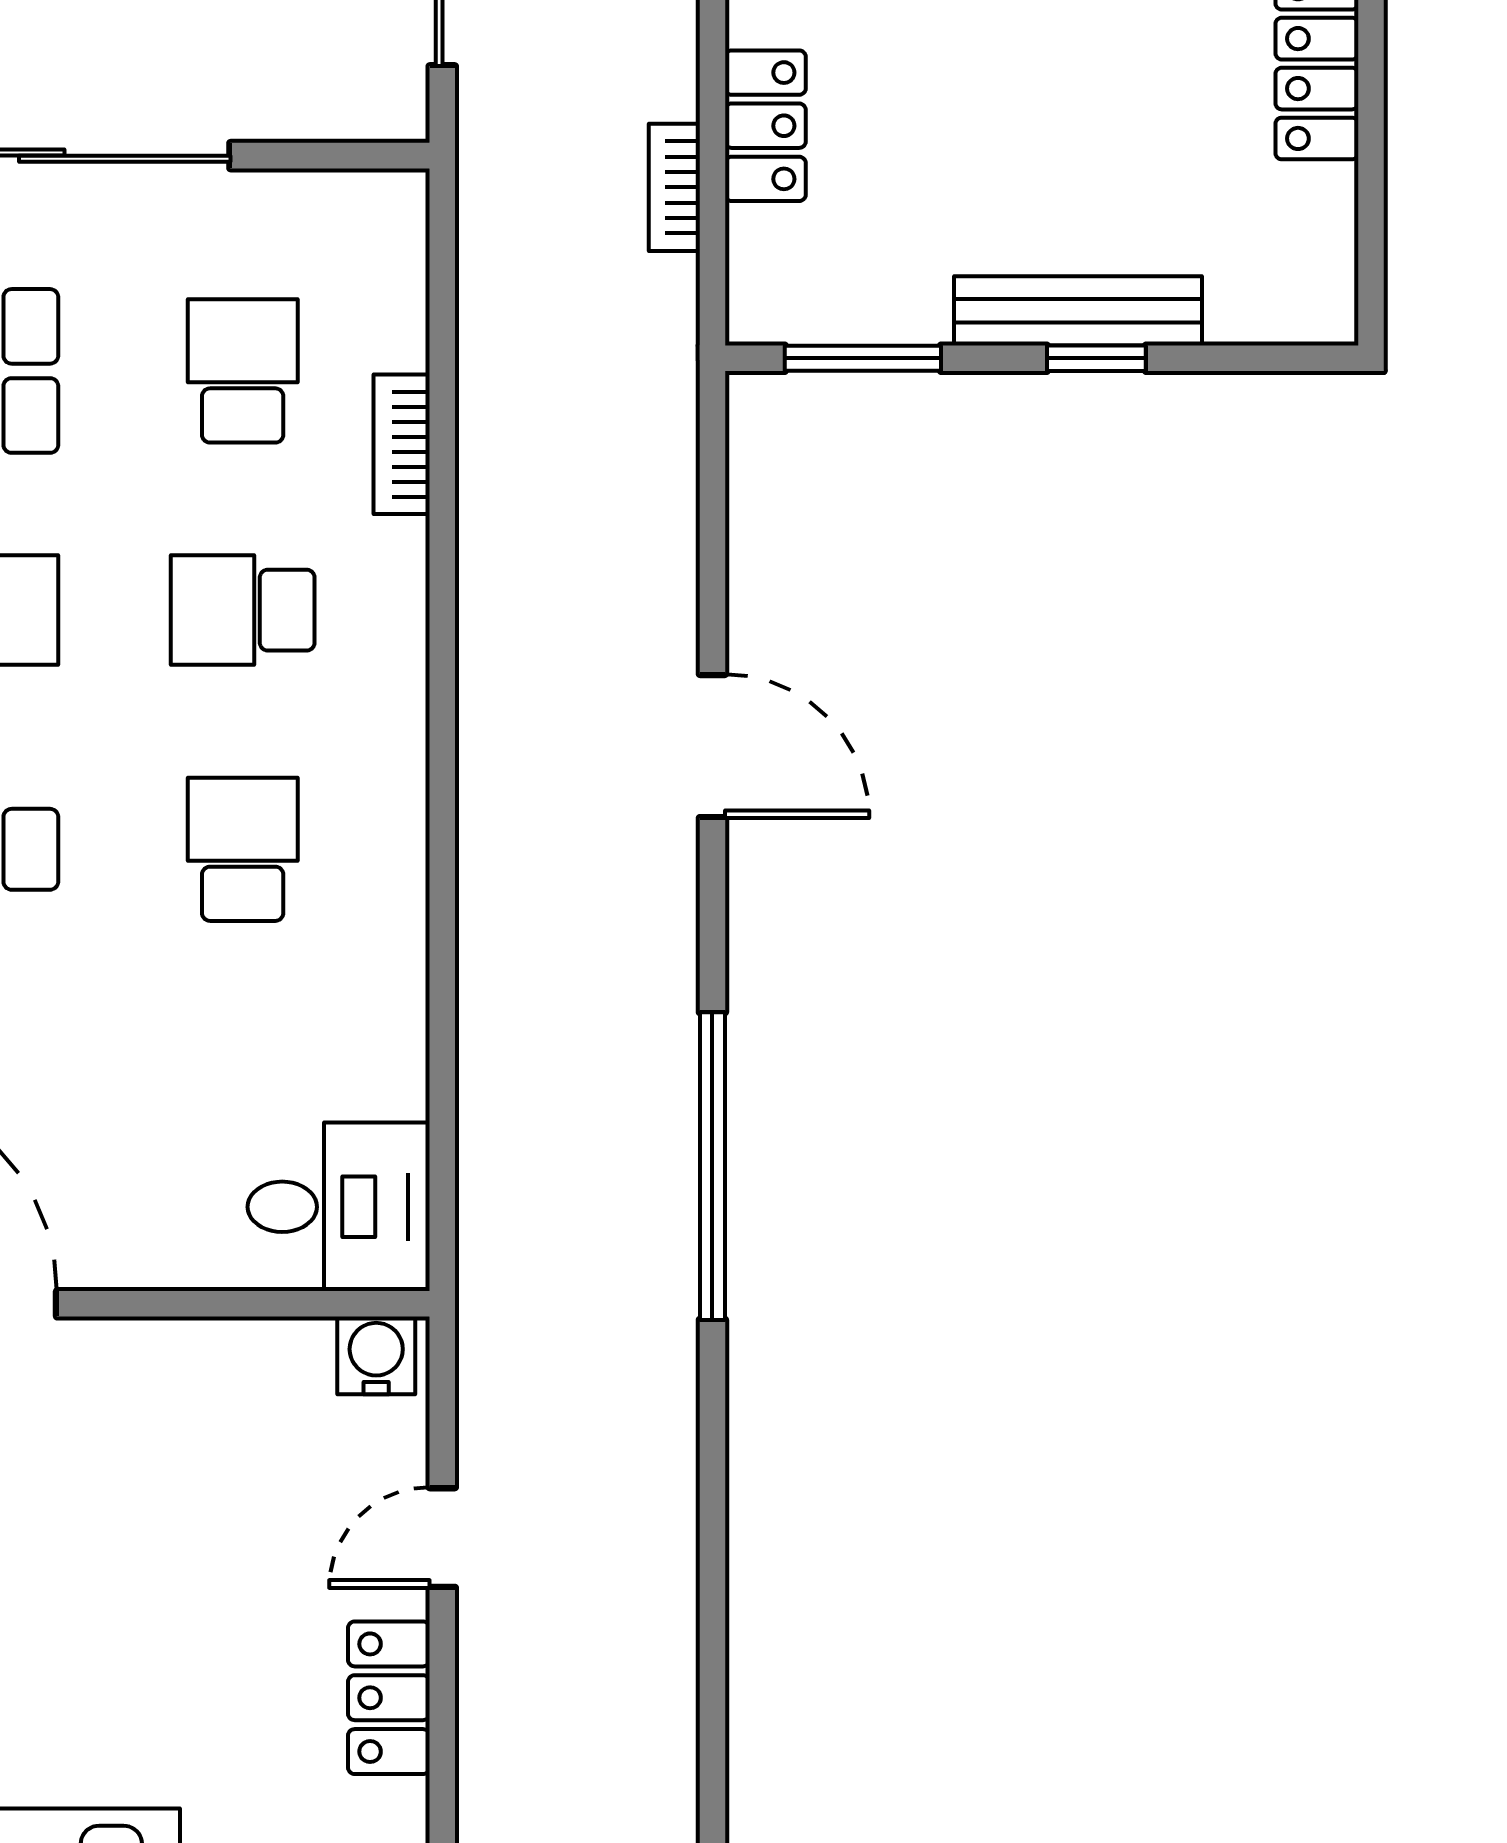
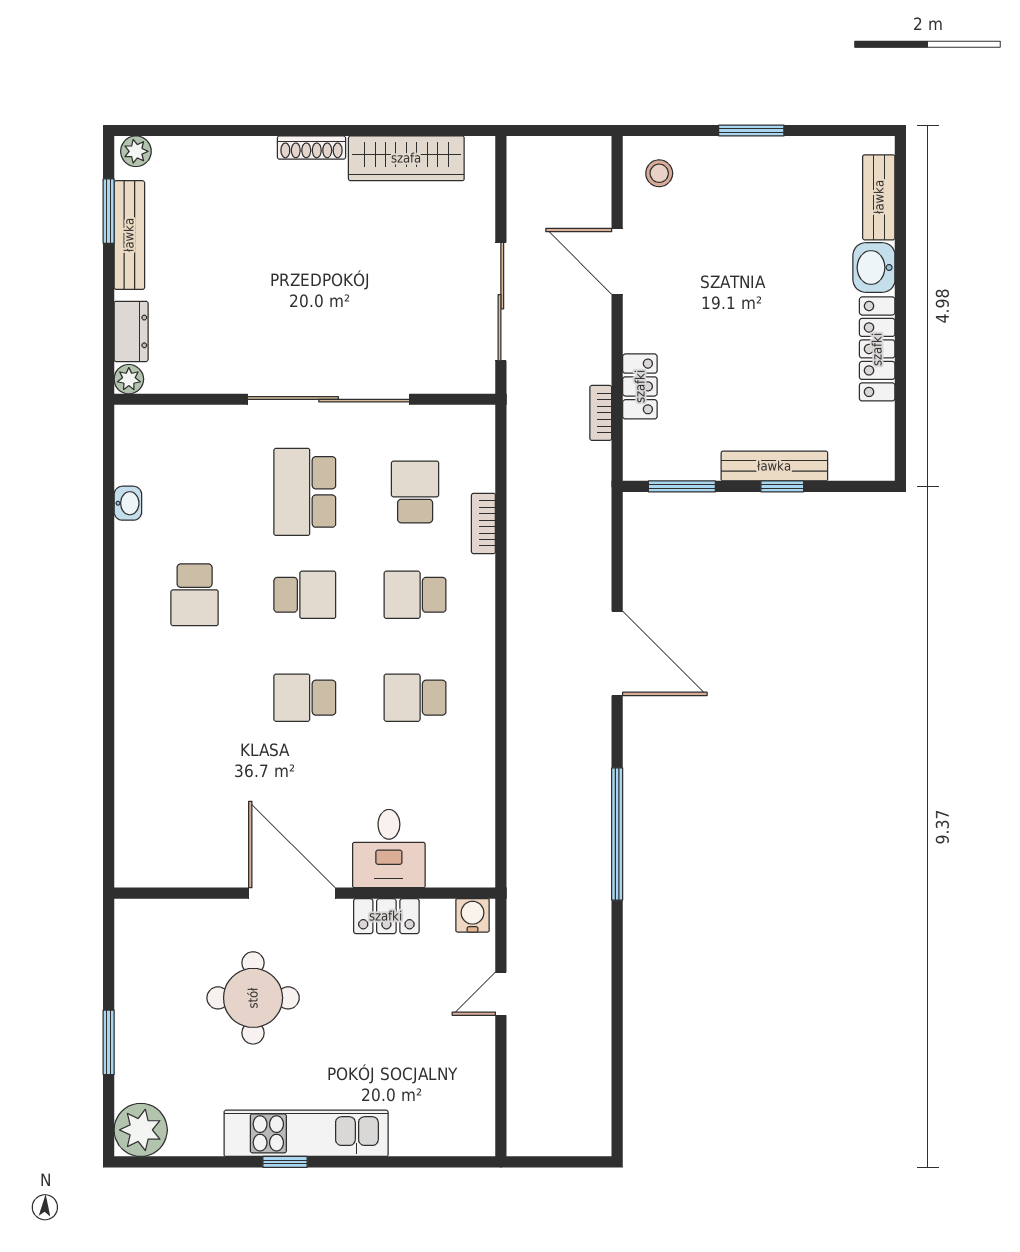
door: (712, 746) -> (617, 653), width x1.36
school desk: (243, 849) -> (415, 698), turned -90
desk: (339, 1207) -> (389, 849), moved, turned 90
locker: (389, 1698) -> (386, 916), moved, turned -90

